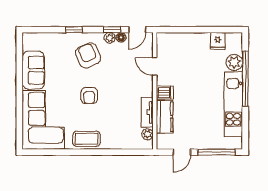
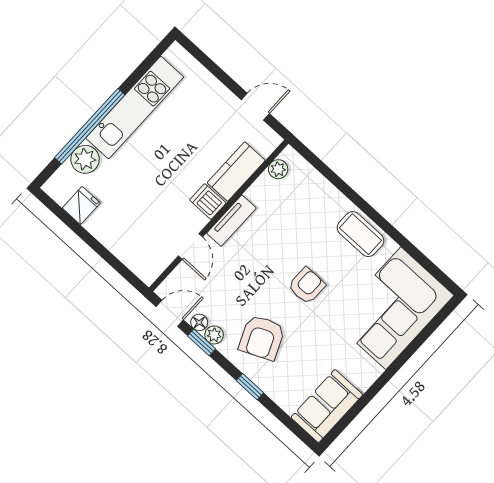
sofa: (33, 70) -> (327, 406), moved
tv unit: (147, 112) -> (231, 221), moved
window: (216, 152) -> (212, 67), removed

